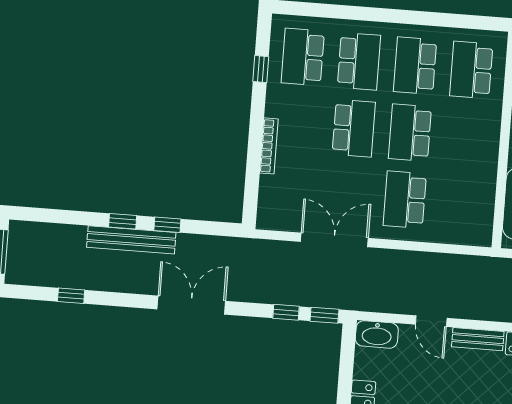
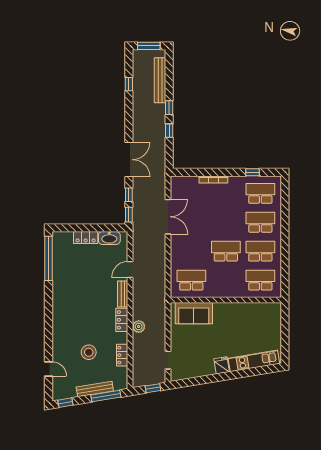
school desk: (359, 61) -> (260, 222), turned 180
school desk: (354, 128) -> (226, 222), removed
school desk: (405, 200) -> (191, 280), moved
bench: (131, 240) -> (160, 80), moved
double door: (191, 305) -> (129, 160), moved
washbasin: (377, 334) -> (109, 238), moved, turned -90

